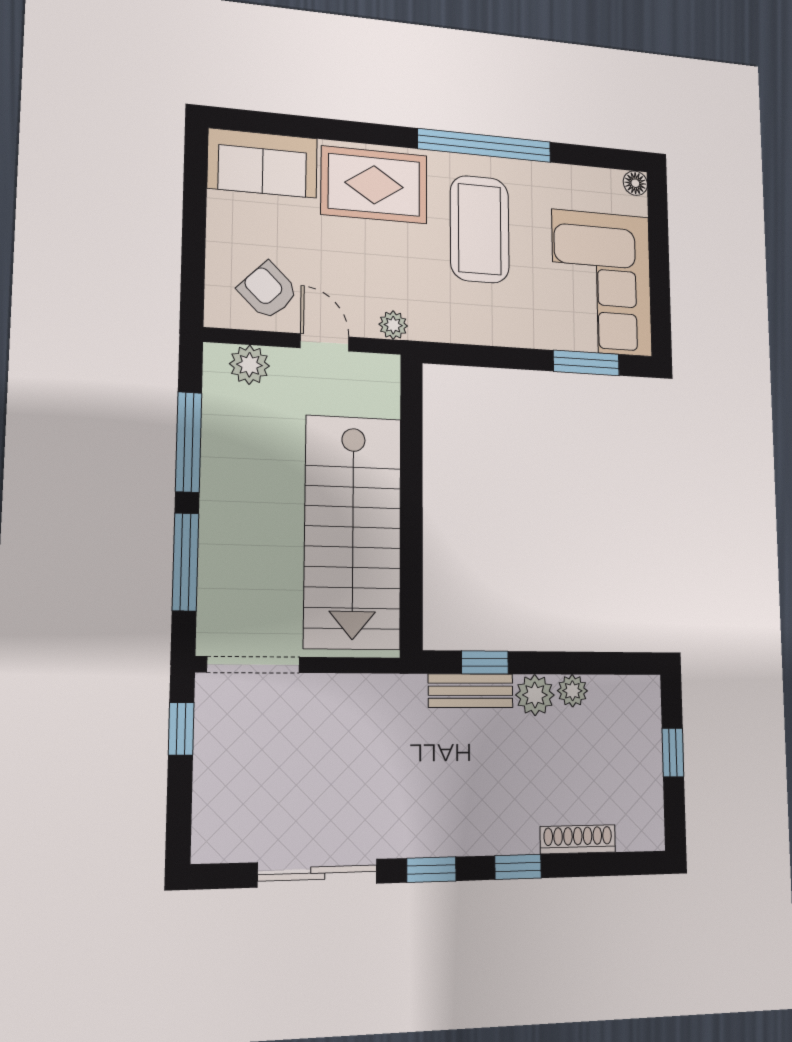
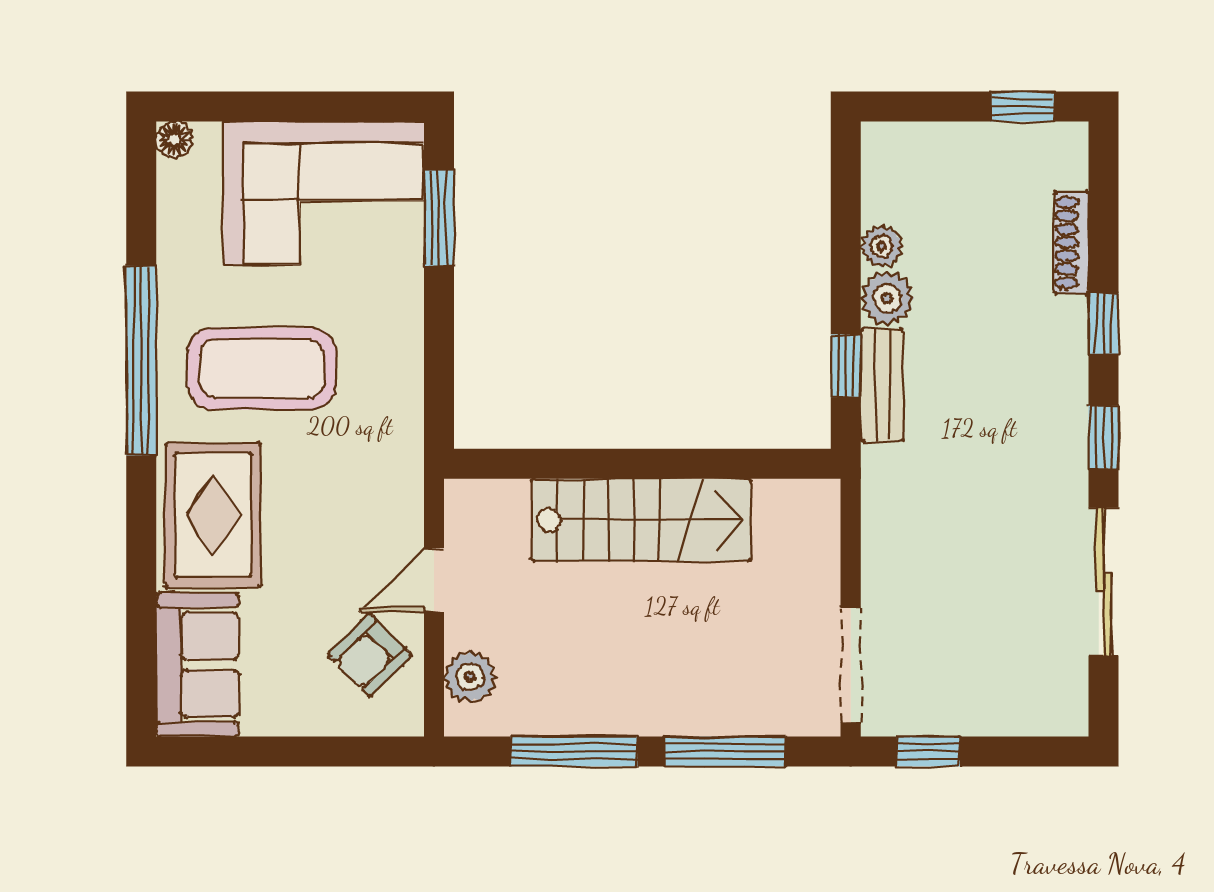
plant: (393, 325) -> (404, 489), removed
stairs: (353, 532) -> (641, 520), width x0.73, depth x0.66
window: (673, 752) -> (1022, 107), moved

